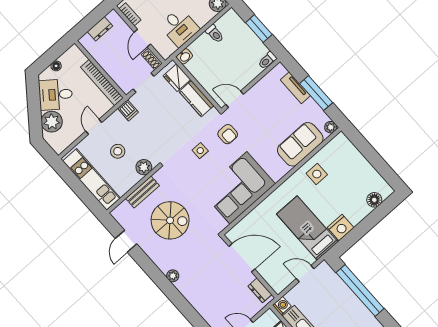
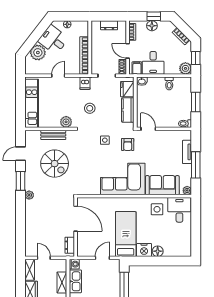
door: (142, 38) -> (128, 51), hinge flipped
filing cabinet: (167, 47) -> (137, 68), added
stool: (118, 151) -> (90, 108), moved
desk: (340, 154) -> (179, 210), added
corner sofa: (238, 188) -> (123, 179), moved
floor lamp: (374, 200) -> (158, 251), moved
window: (151, 269) -> (21, 181), added
door: (305, 274) -> (102, 258), hinge flipped

